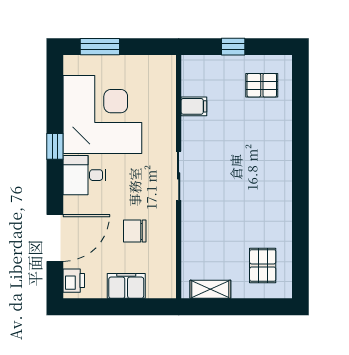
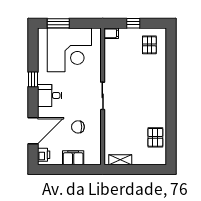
pallet: (262, 85) -> (149, 45), turned 90
filing cabinet: (194, 106) -> (111, 33), moved
corner desk: (102, 114) -> (69, 50), moved, turned 90
pallet: (263, 265) -> (155, 137), moved

